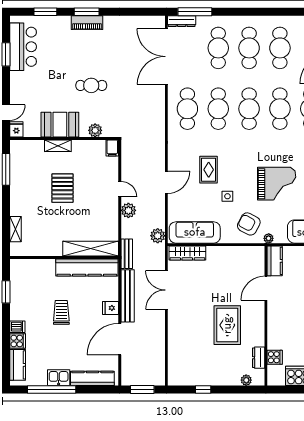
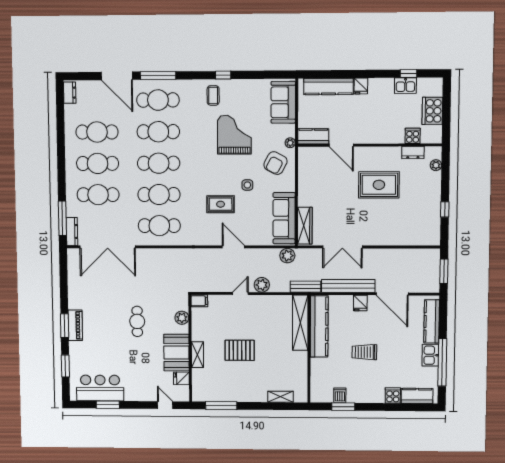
fridge: (16, 129) -> (181, 378), moved
dishwasher: (17, 327) -> (340, 395), moved

